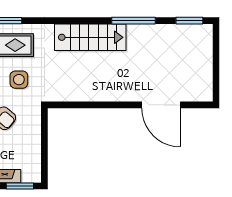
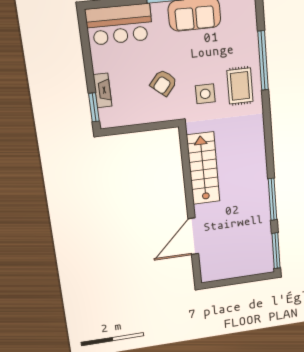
window: (189, 21) -> (276, 251), width x1.44
stairs: (90, 37) -> (203, 168), moved, turned 180

